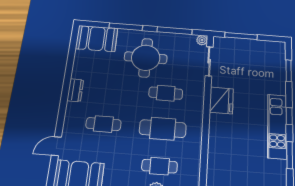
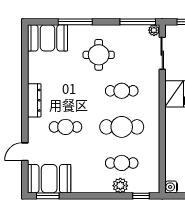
window: (175, 31) -> (138, 22), moved
round table: (146, 58) -> (99, 55), width x0.73, depth x0.73
dresser: (75, 90) -> (34, 100), width x1.44

